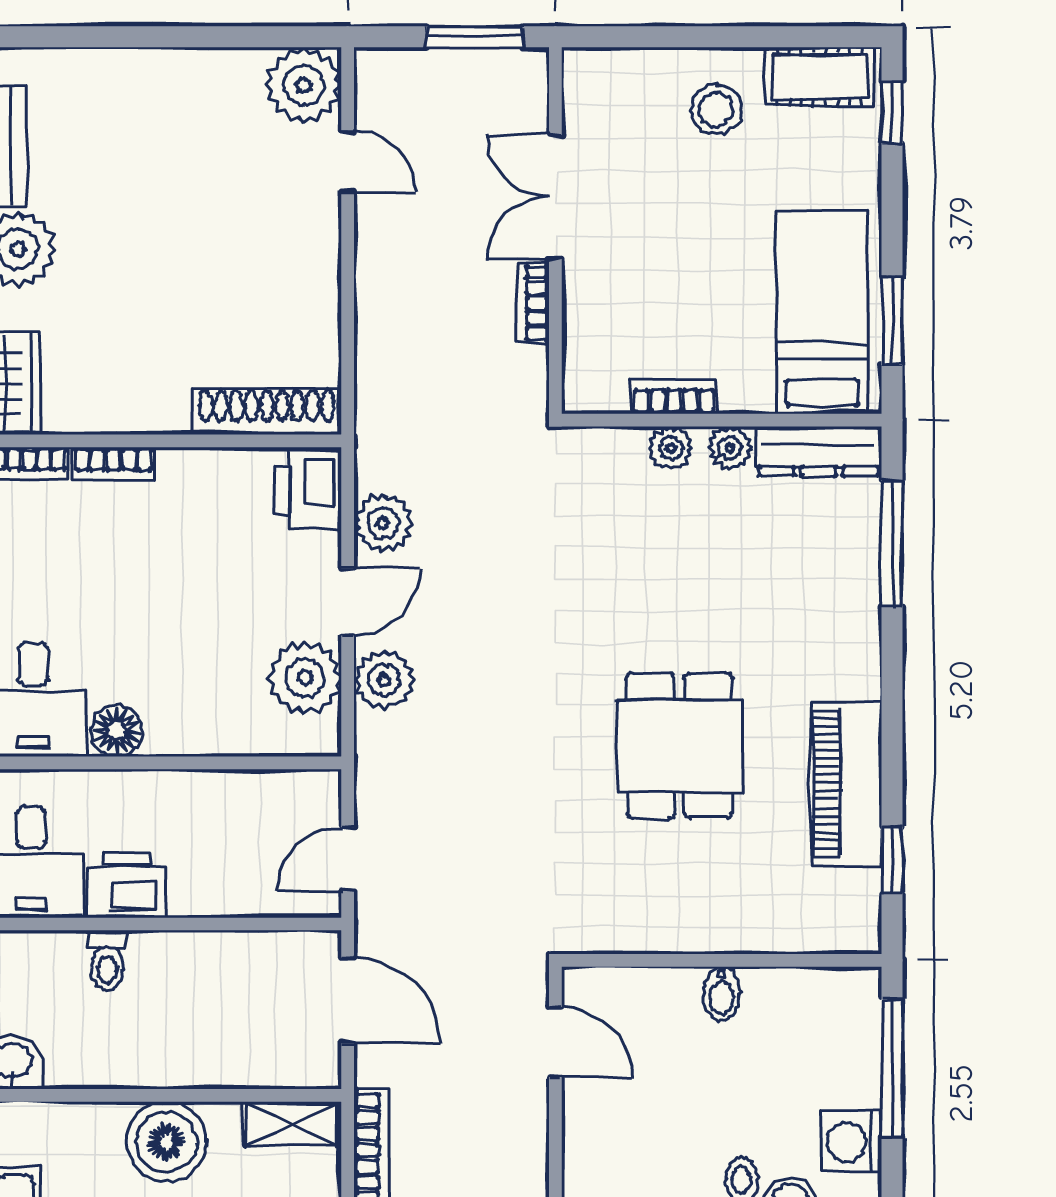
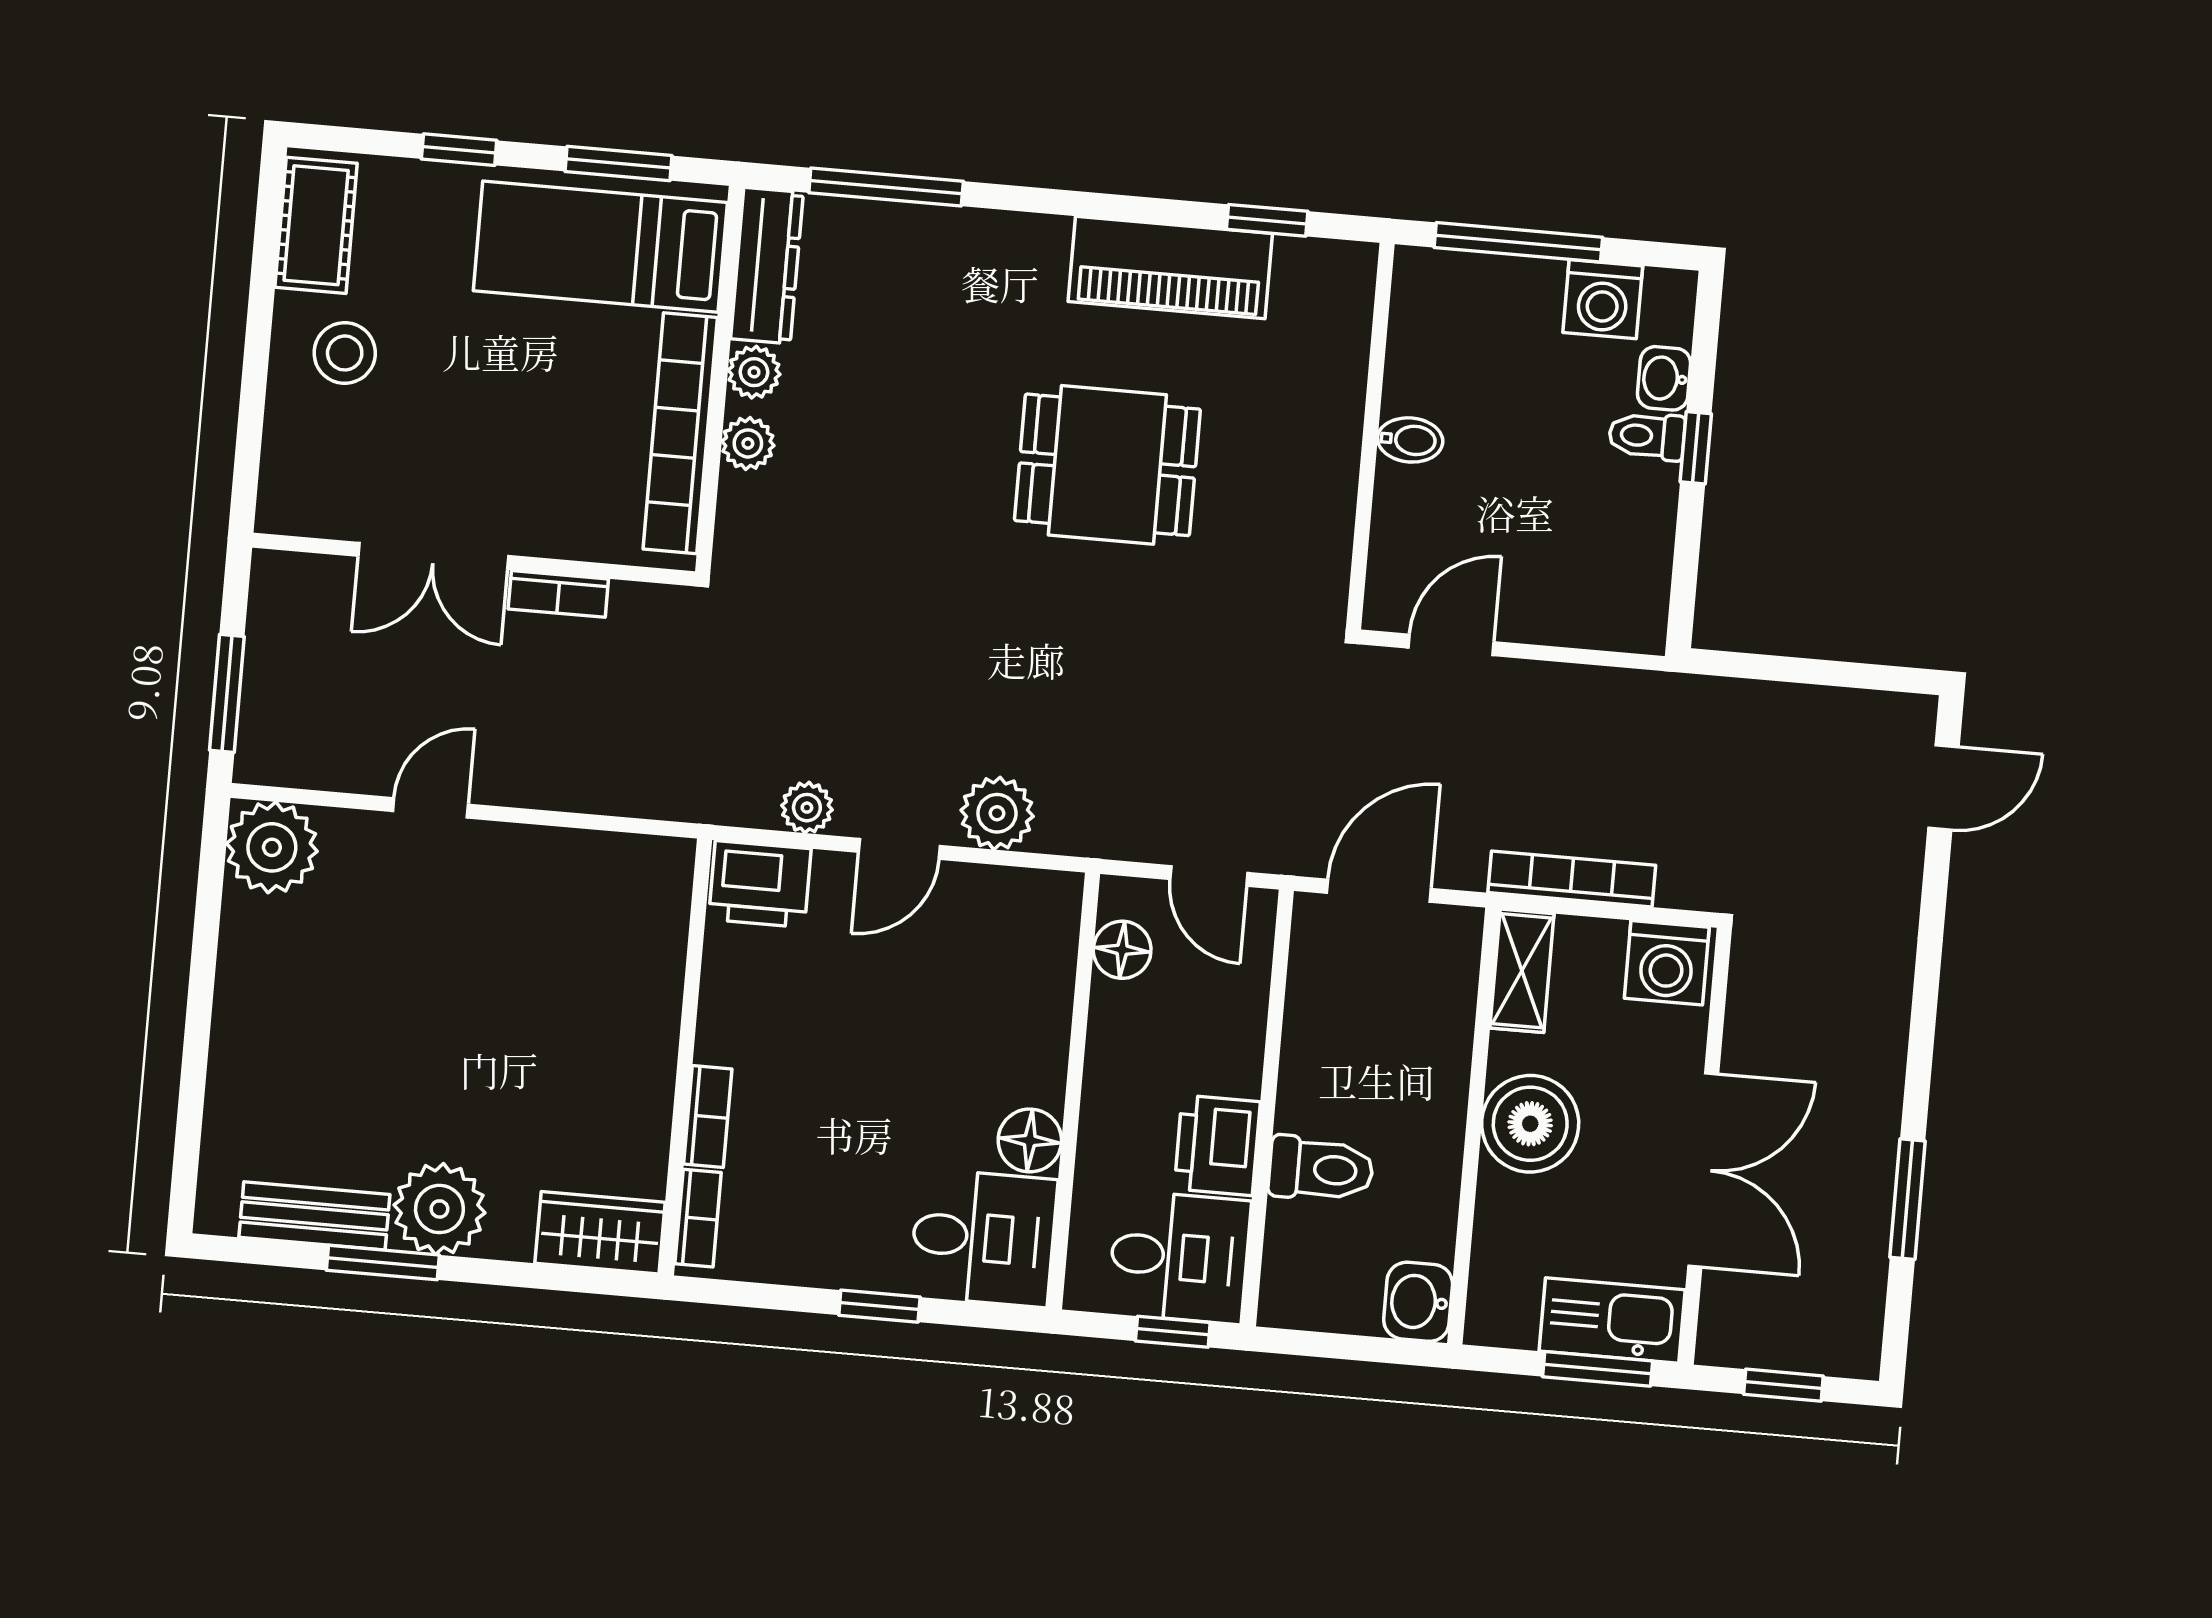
window: (475, 37) -> (227, 693), moved
window: (892, 113) -> (459, 150), moved
door: (348, 161) -> (431, 808), moved
bookcase: (674, 397) -> (680, 433), width x2.31, depth x1.31
shoe rack: (267, 412) -> (661, 926), removed
plant: (383, 523) -> (807, 808), width x0.73, depth x0.73
door: (348, 602) -> (899, 849), swing flipped
plant: (305, 678) -> (986, 909), removed
floor lamp: (281, 793) -> (1122, 950), added
toilet: (107, 961) -> (1321, 1169), width x1.37, depth x1.39

